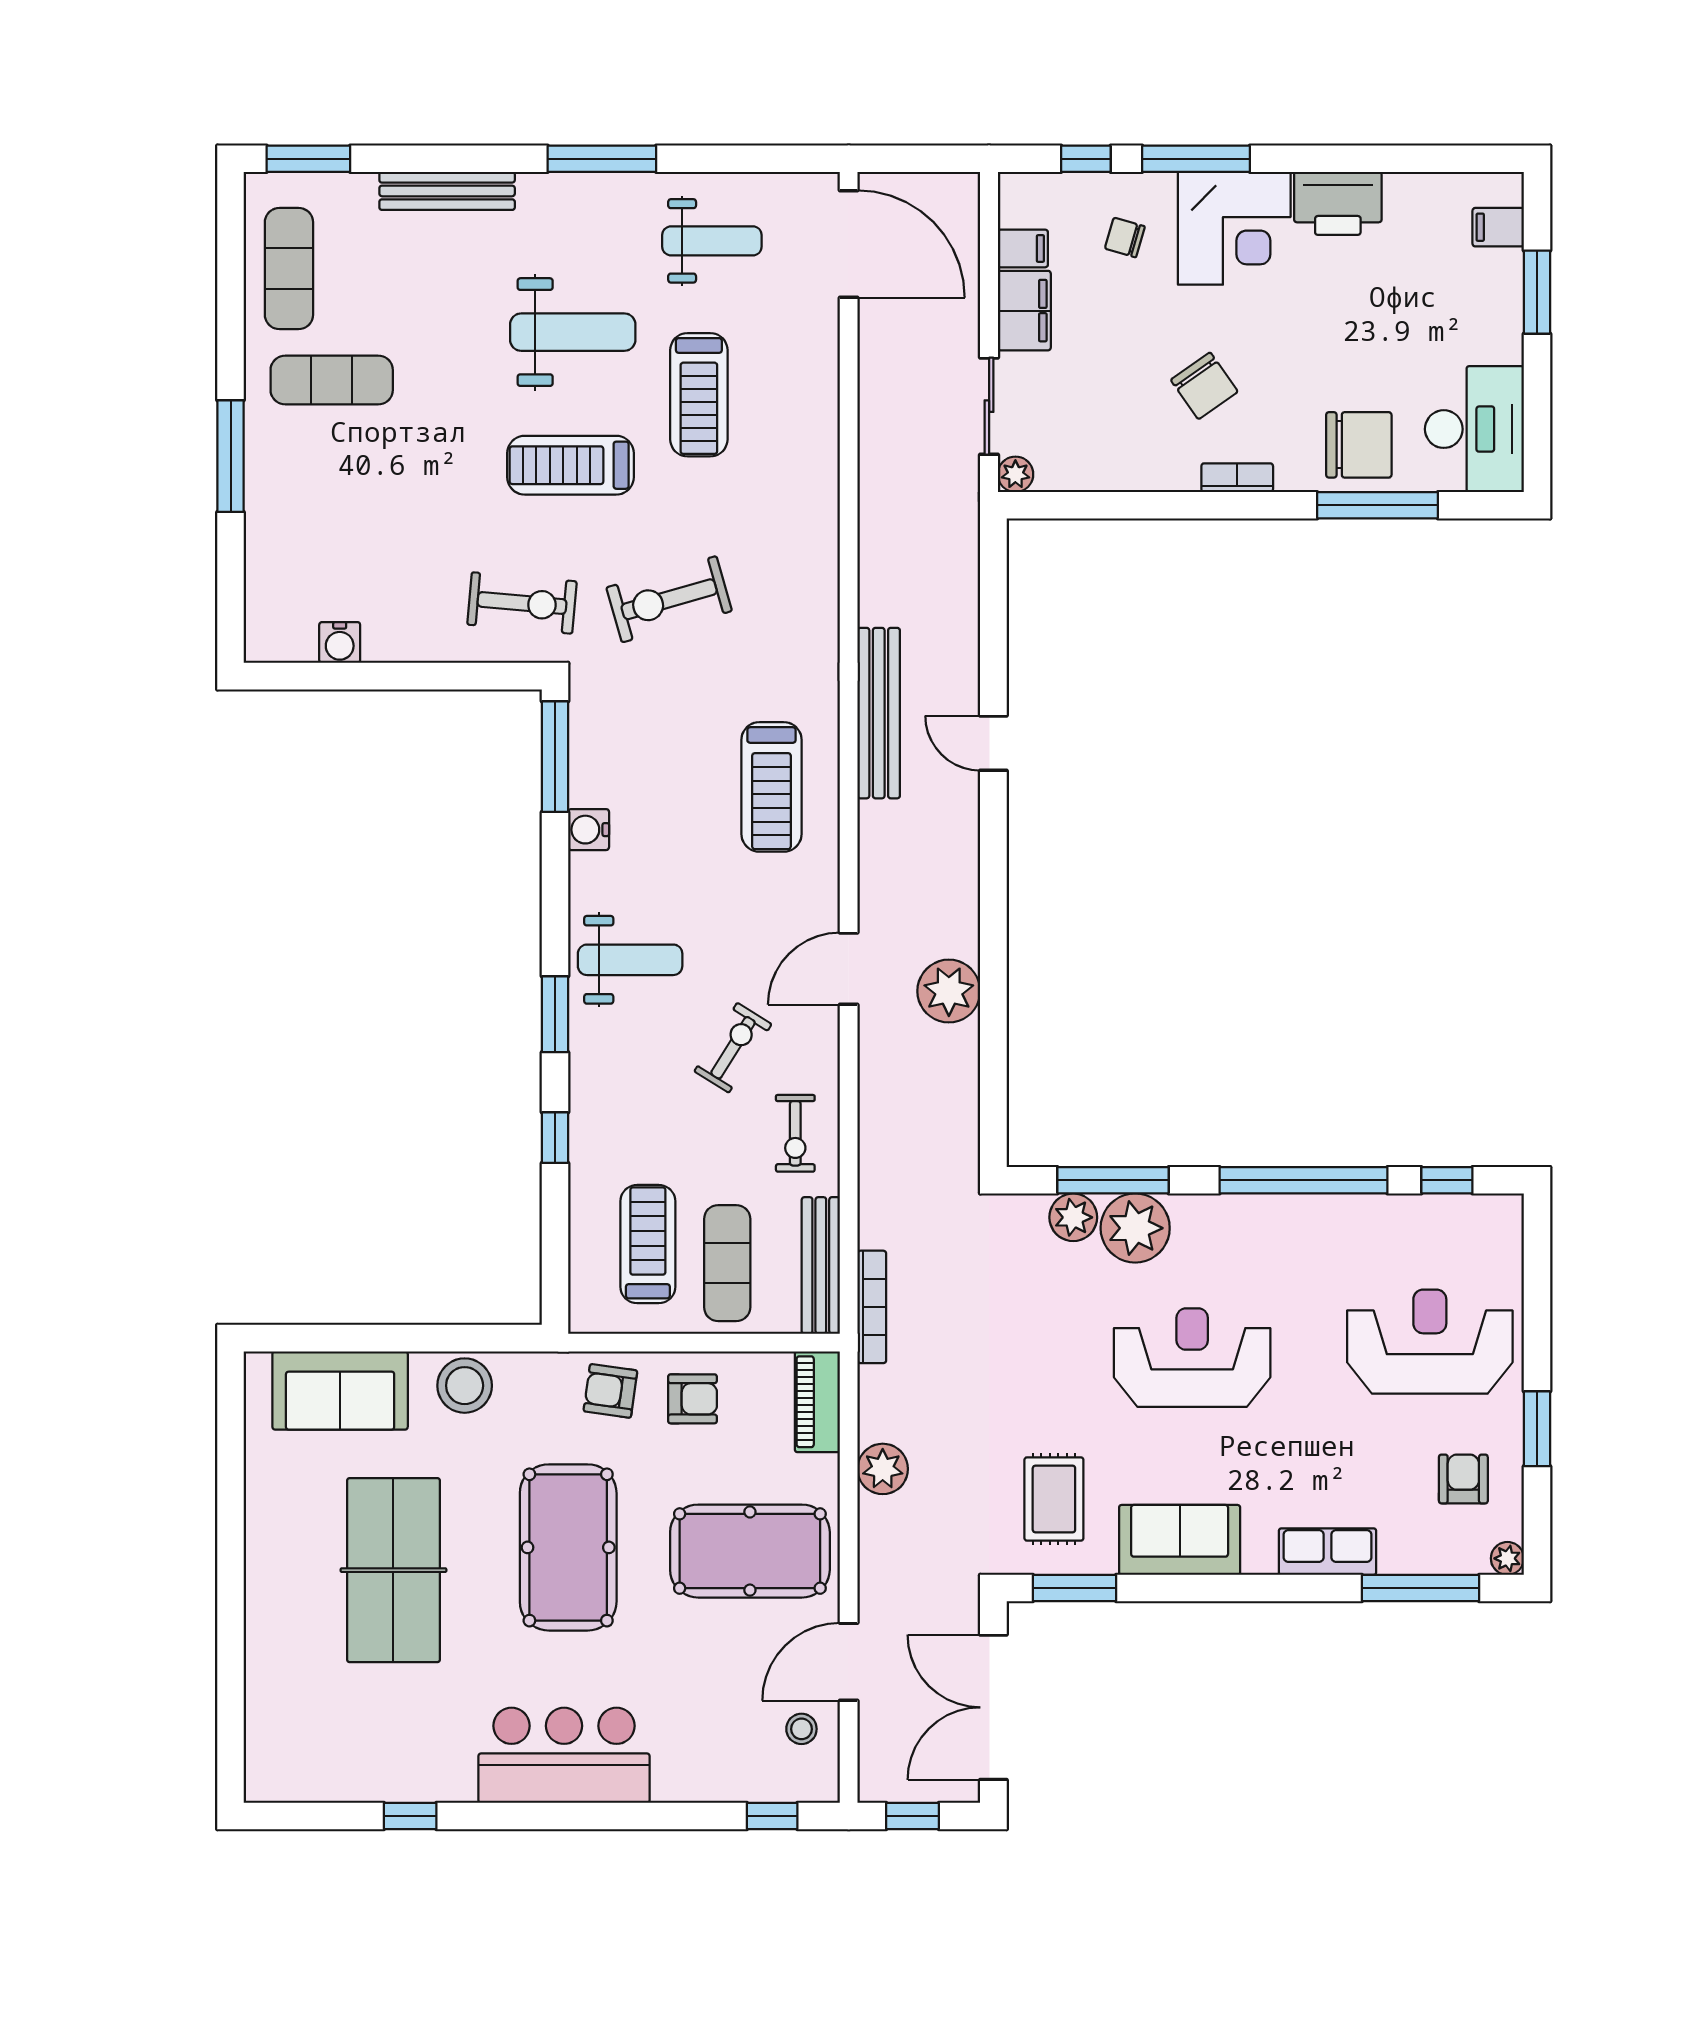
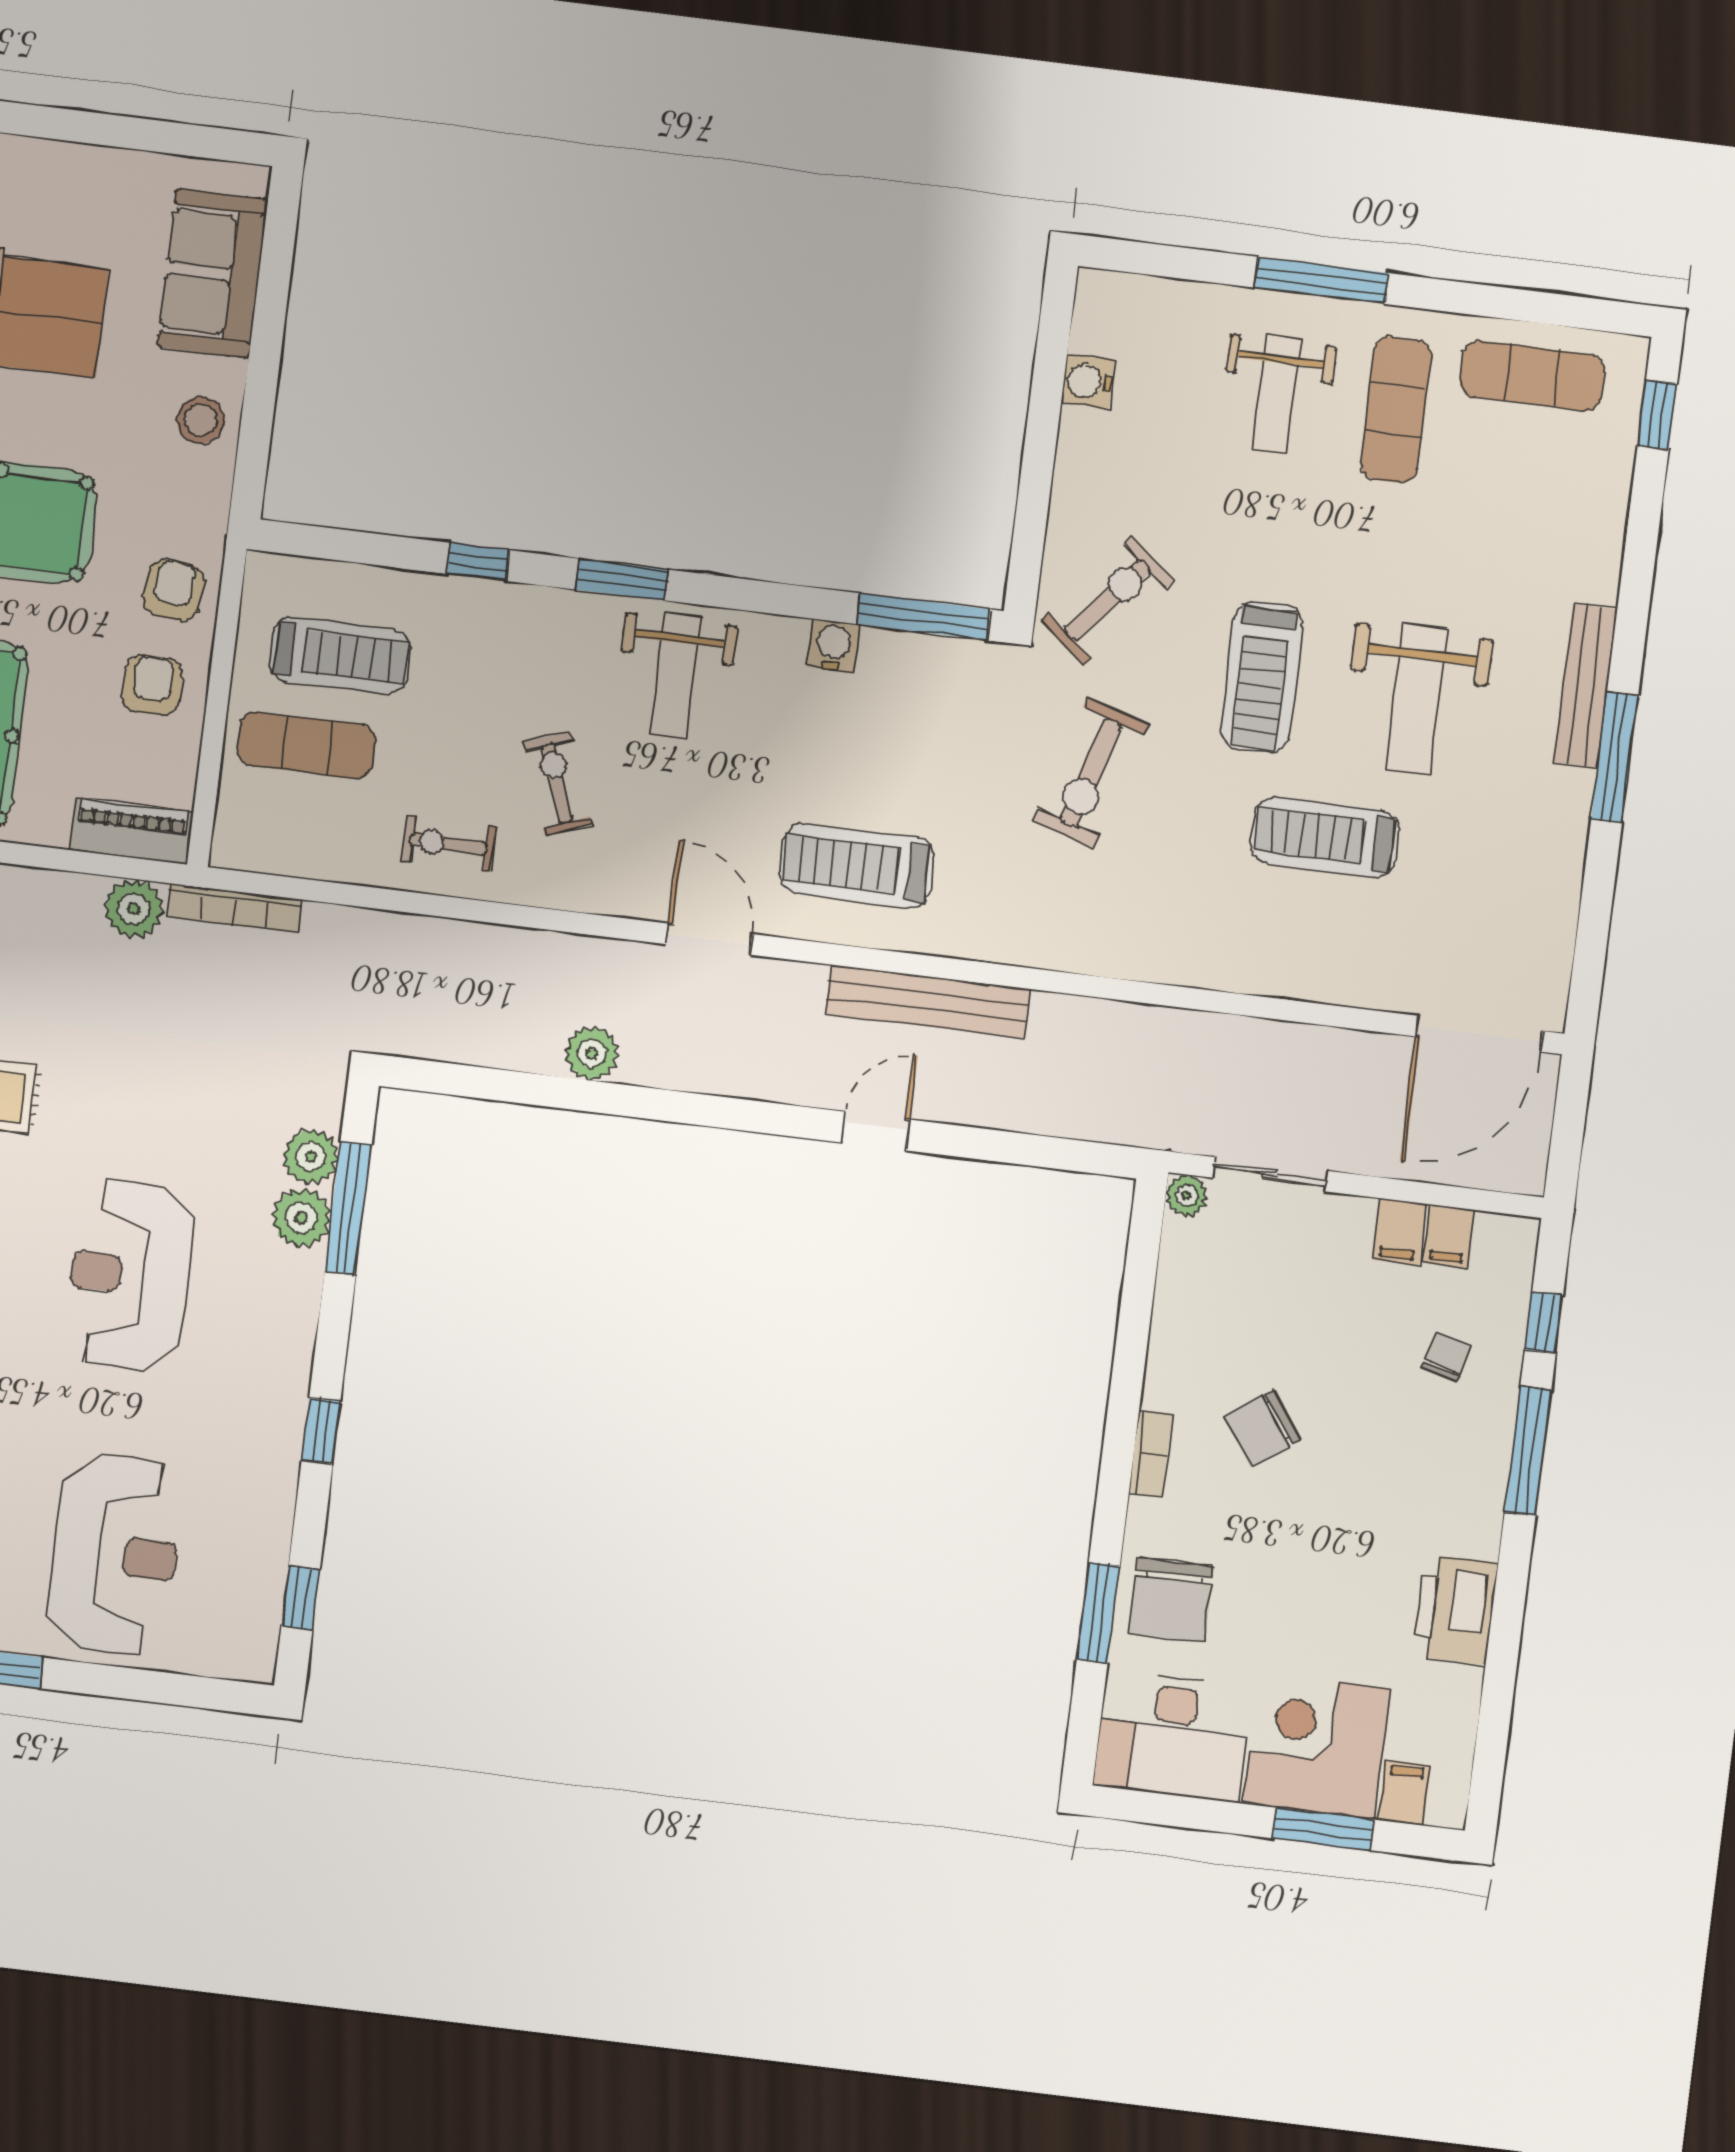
window: (308, 159) -> (1657, 415), width x0.67
bench: (447, 191) -> (1585, 686), moved
corner desk: (1234, 228) -> (1317, 1746), moved, turned 90
weight bench: (712, 241) -> (1277, 394), moved
filing cabinet: (1024, 311) -> (1399, 1232), width x0.50
treadmill: (570, 465) -> (1262, 677), turned 180
window: (1377, 505) -> (1098, 1613), width x0.69
exercise bike: (669, 599) -> (1091, 773), turned -147
exercise bike: (522, 603) -> (1108, 600), turned -145
door: (849, 969) -> (709, 939), moved
plant: (949, 991) -> (592, 1053), width x0.73, depth x0.73
exercise bike: (733, 1048) -> (558, 783), turned -142
window: (1304, 1180) -> (321, 1431), width x0.32
plant: (1135, 1228) -> (301, 1218), width x0.73, depth x0.73
bench: (821, 1265) -> (290, 855), removed
reception desk: (1192, 1358) -> (130, 1275), turned 180
stool: (465, 1386) -> (201, 420), width x0.73, depth x0.73
armchair: (692, 1399) -> (153, 685), turned 180
plant: (883, 1469) -> (134, 909), moved

